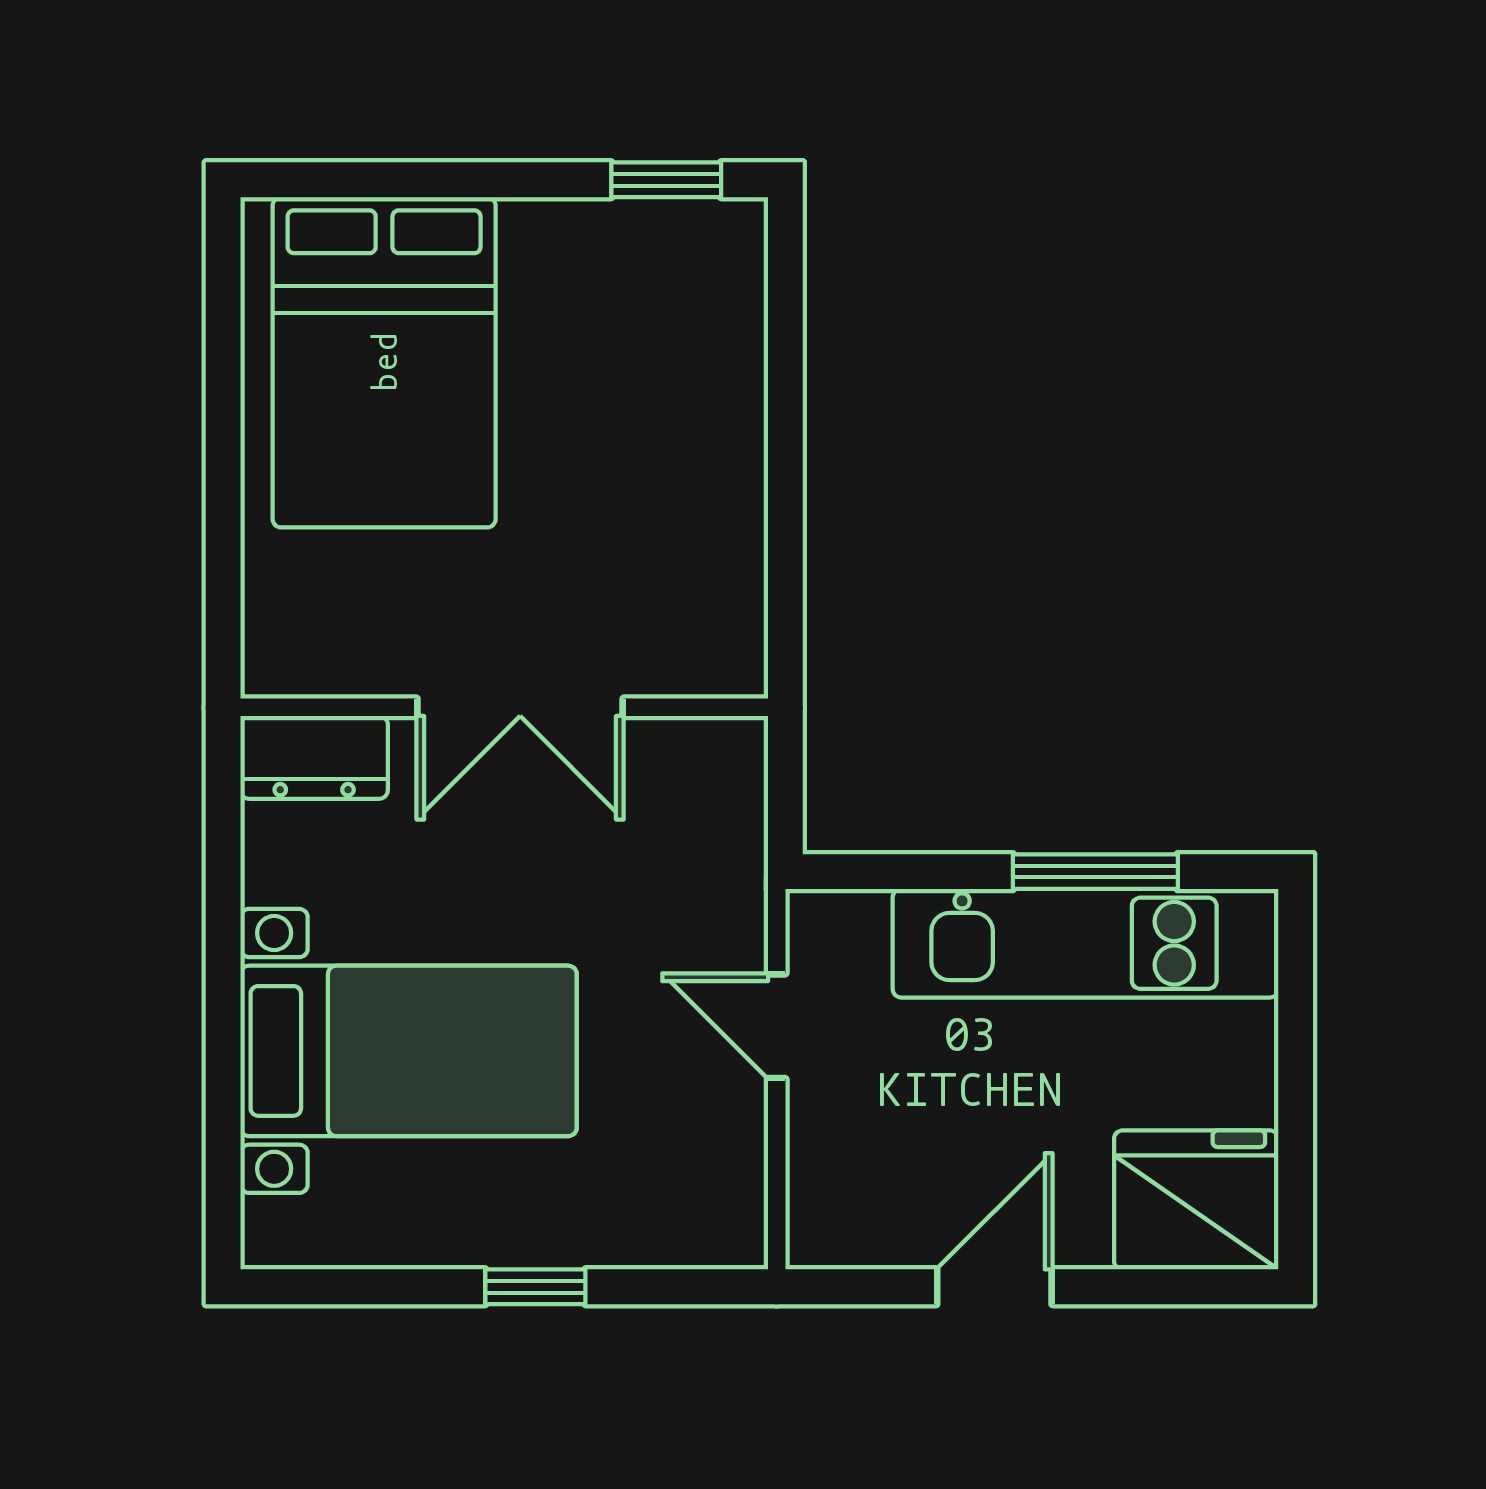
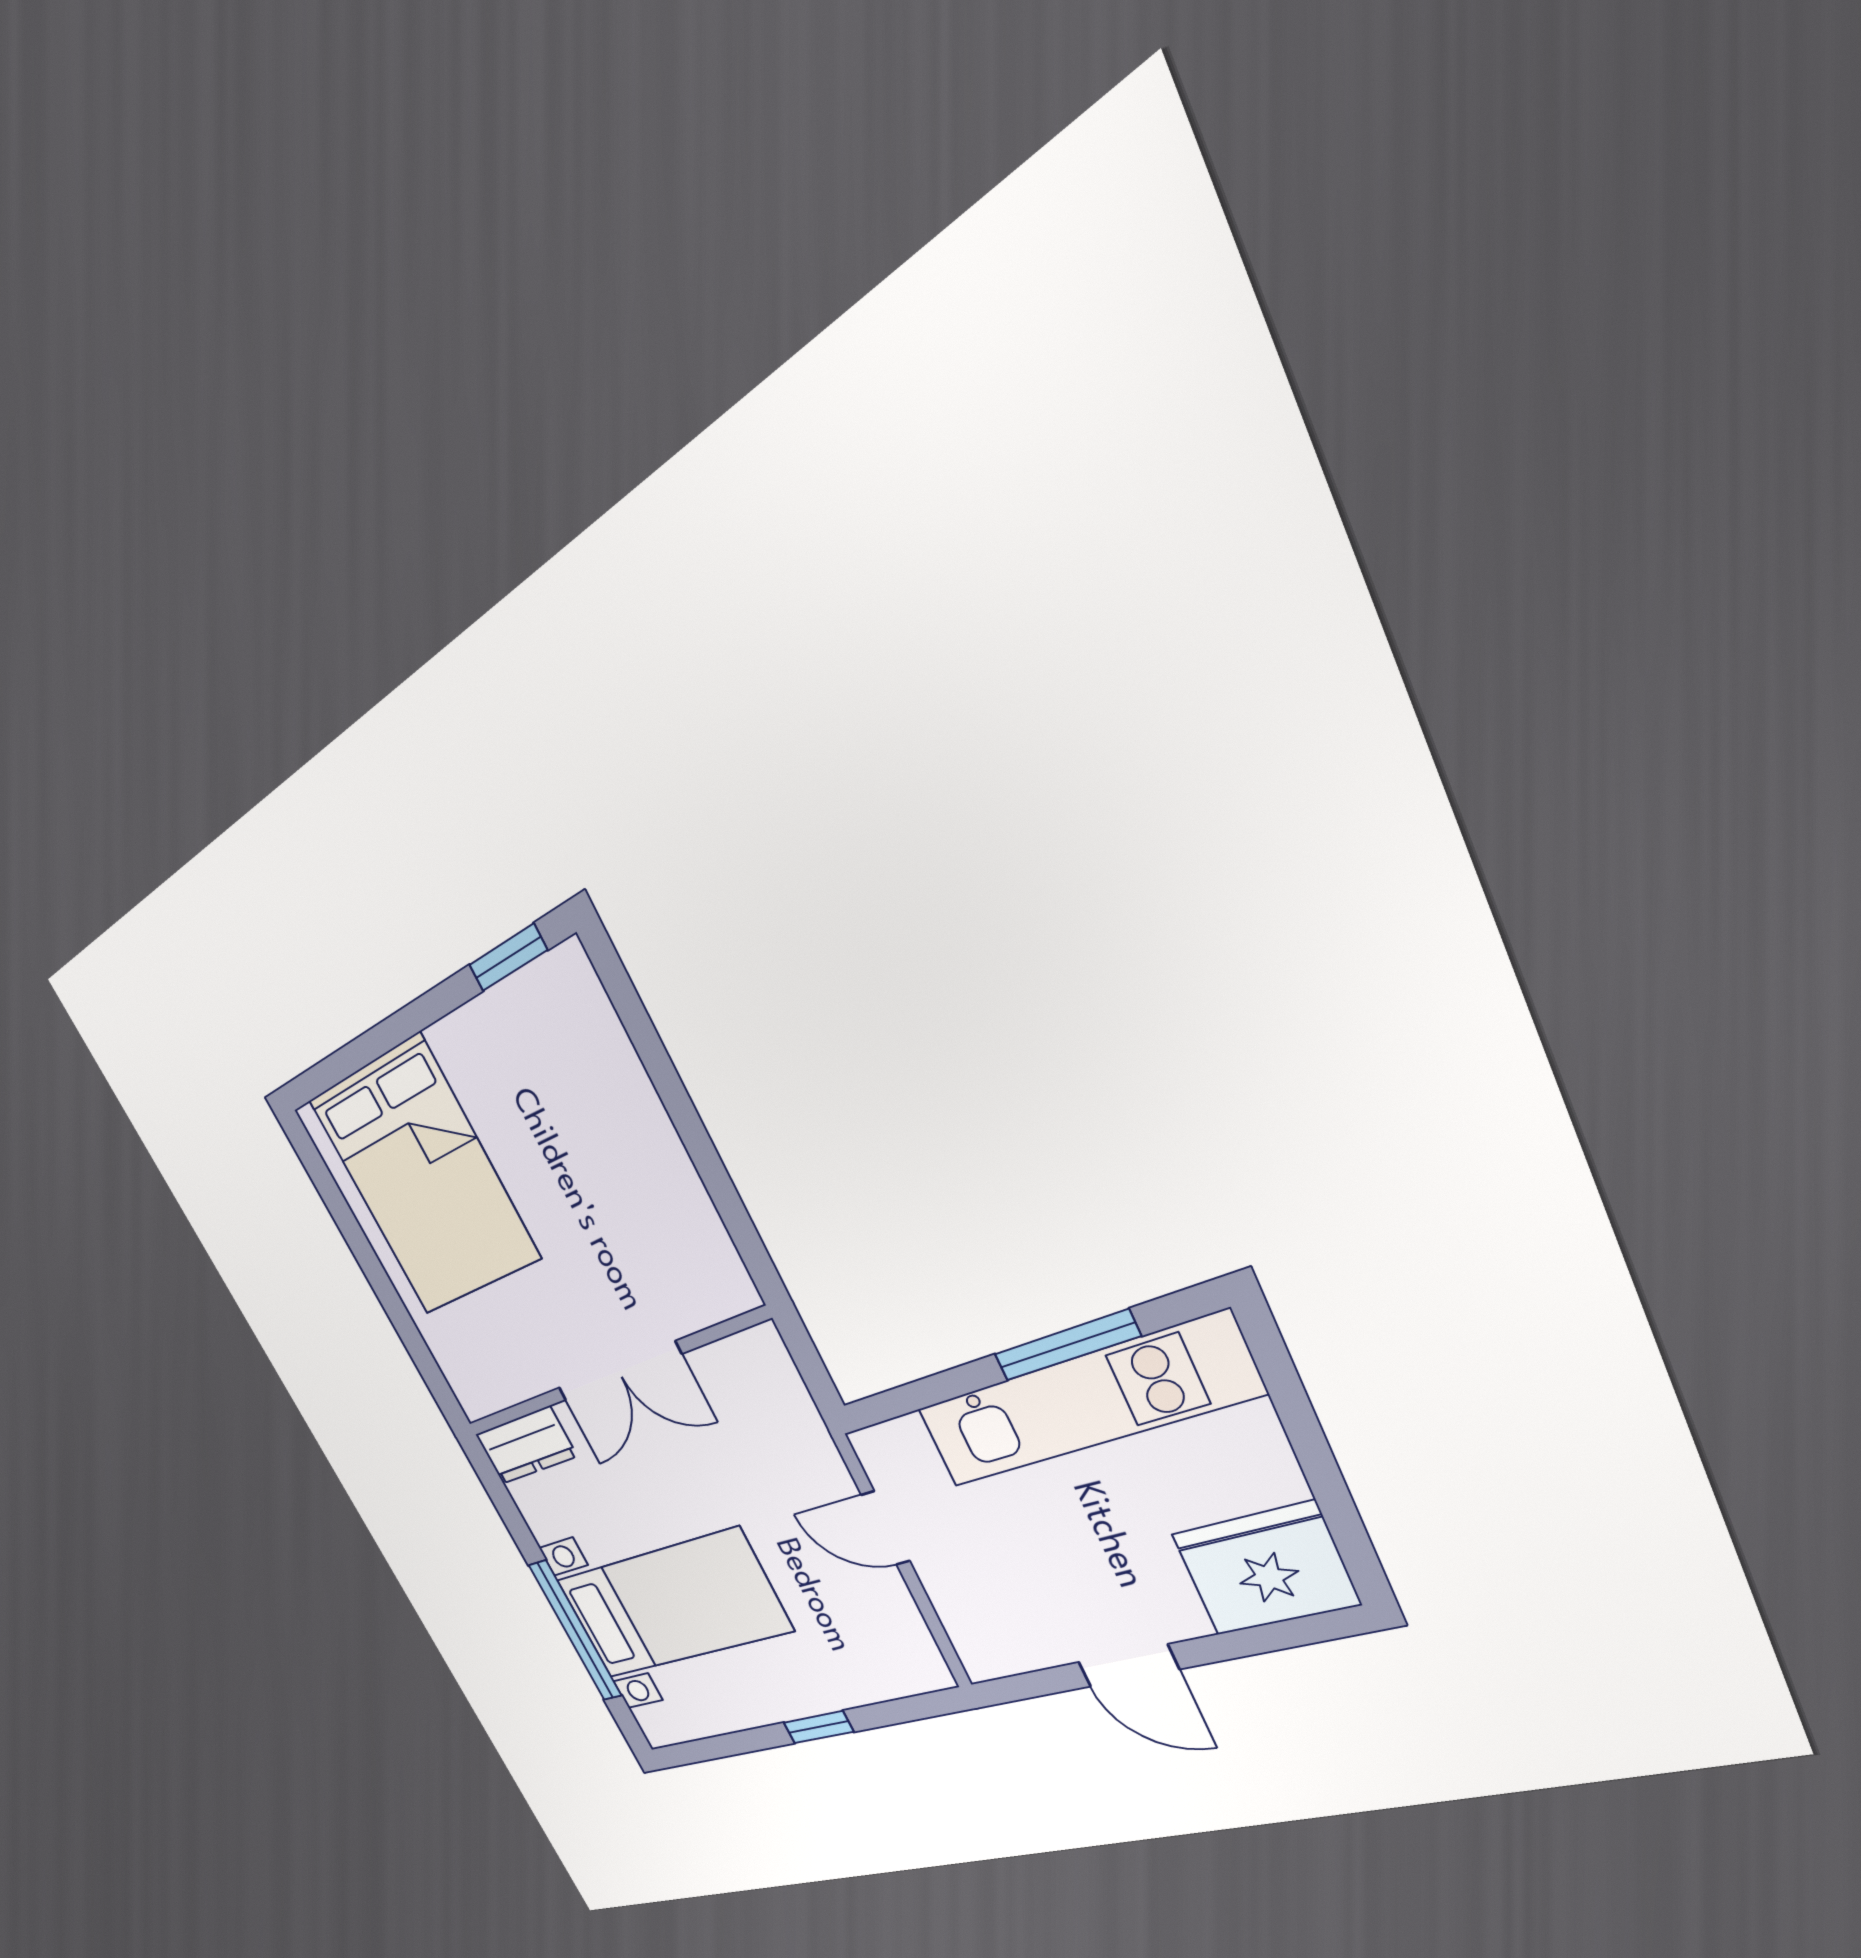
window: (223, 1050) -> (575, 1631), added
door: (994, 1287) -> (1128, 1666), swing flipped

